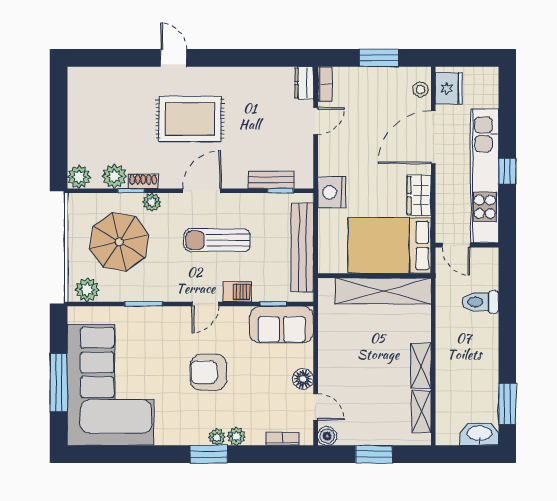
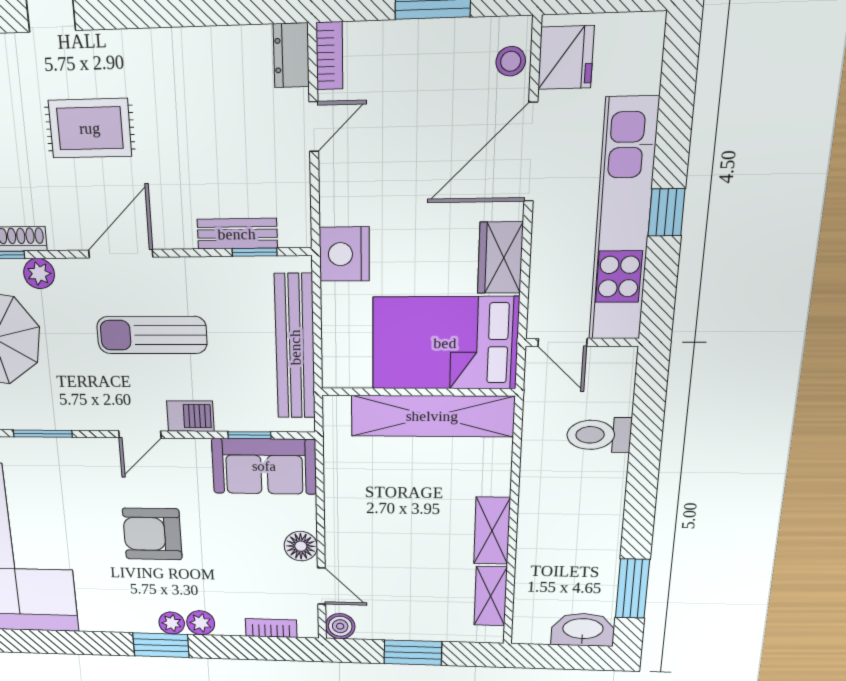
rug: (190, 119) -> (90, 128), width x0.73, depth x0.70

